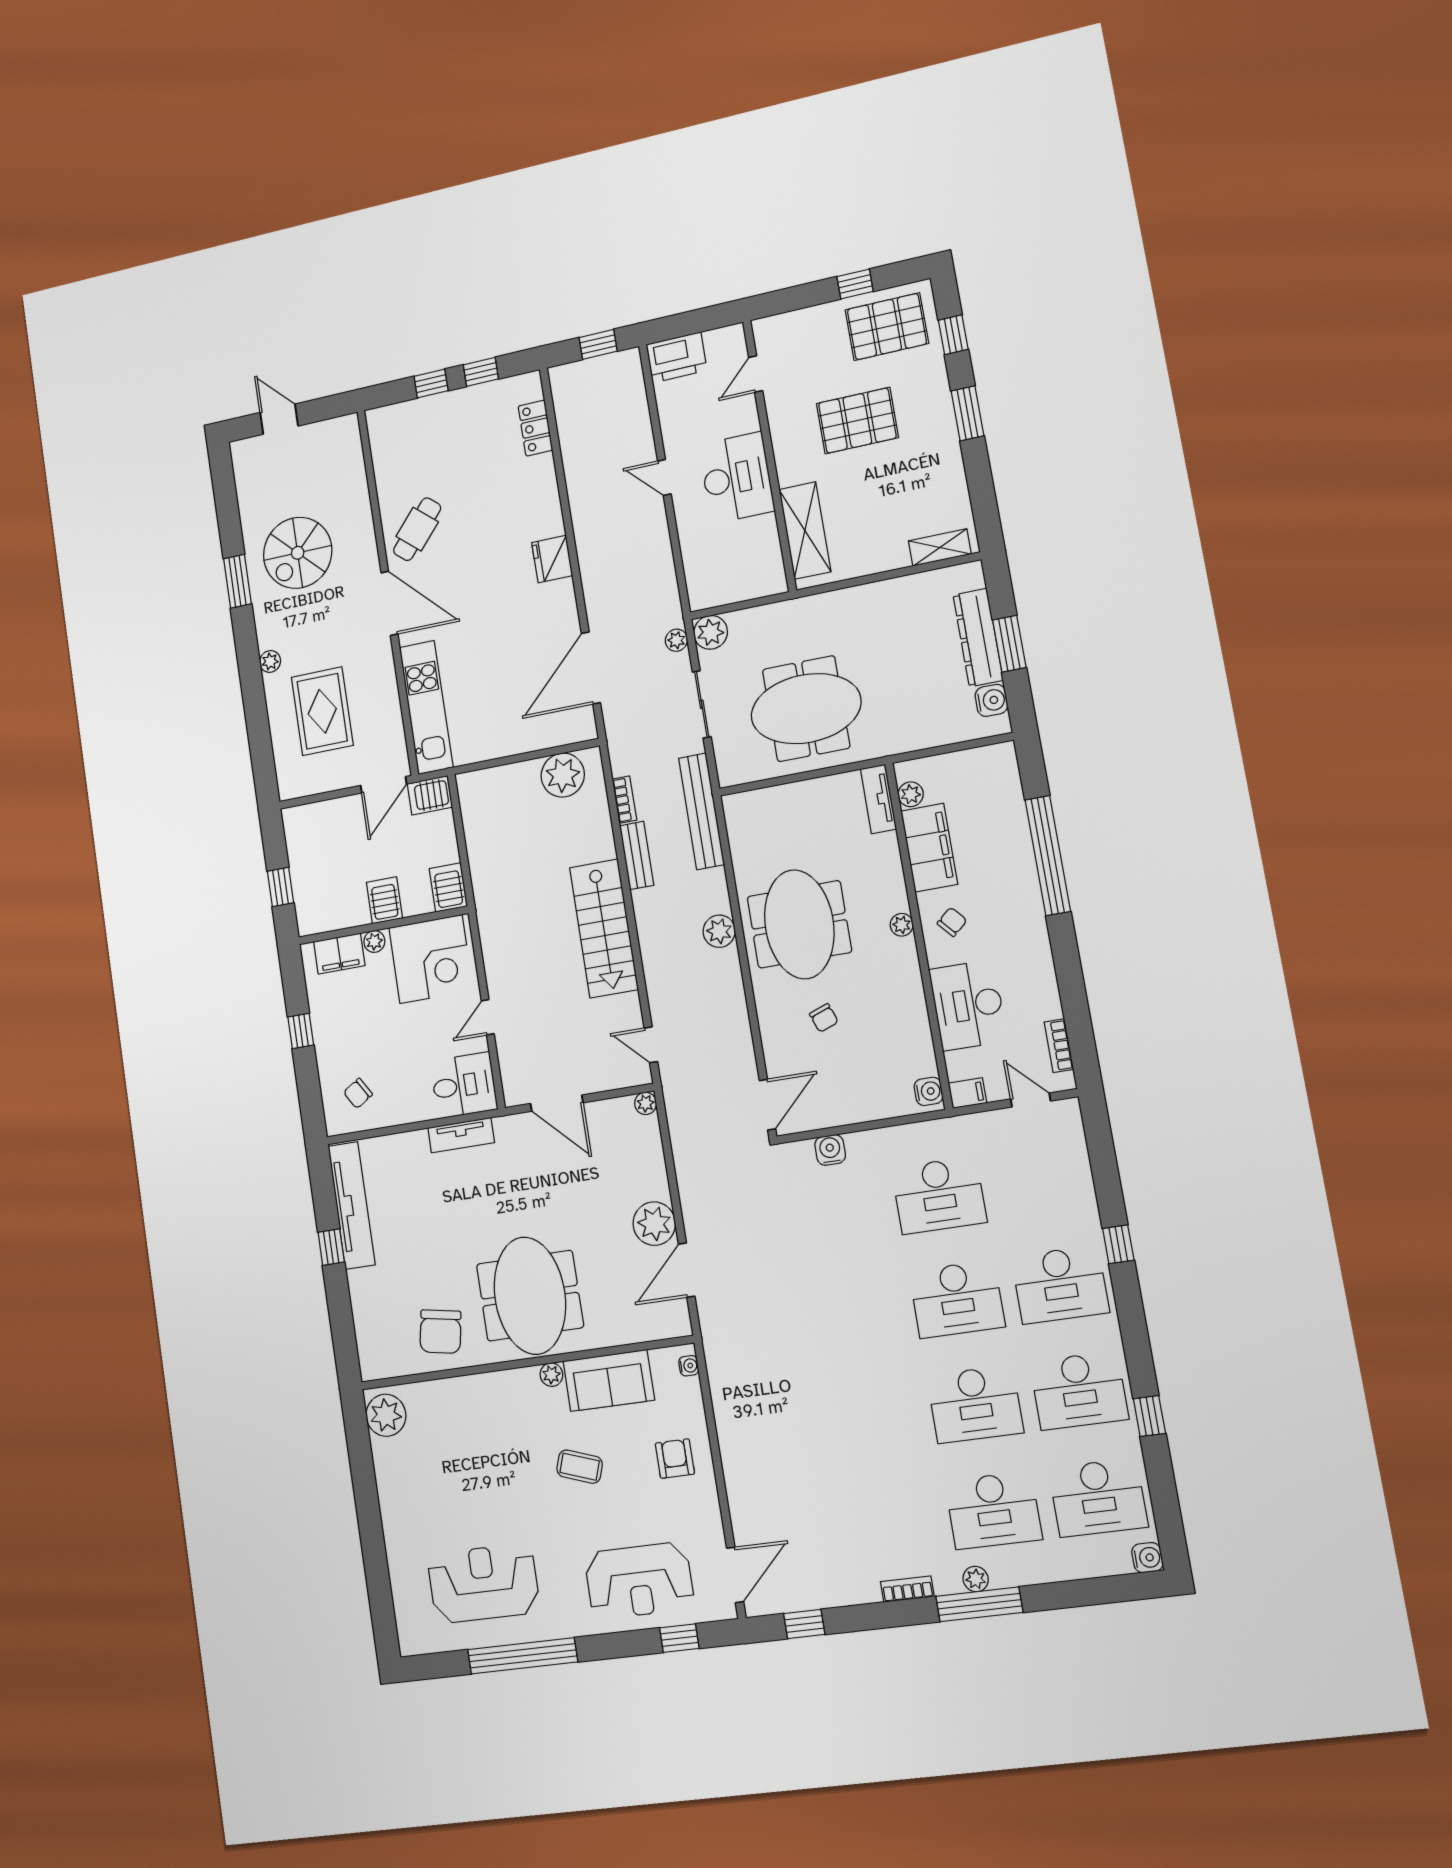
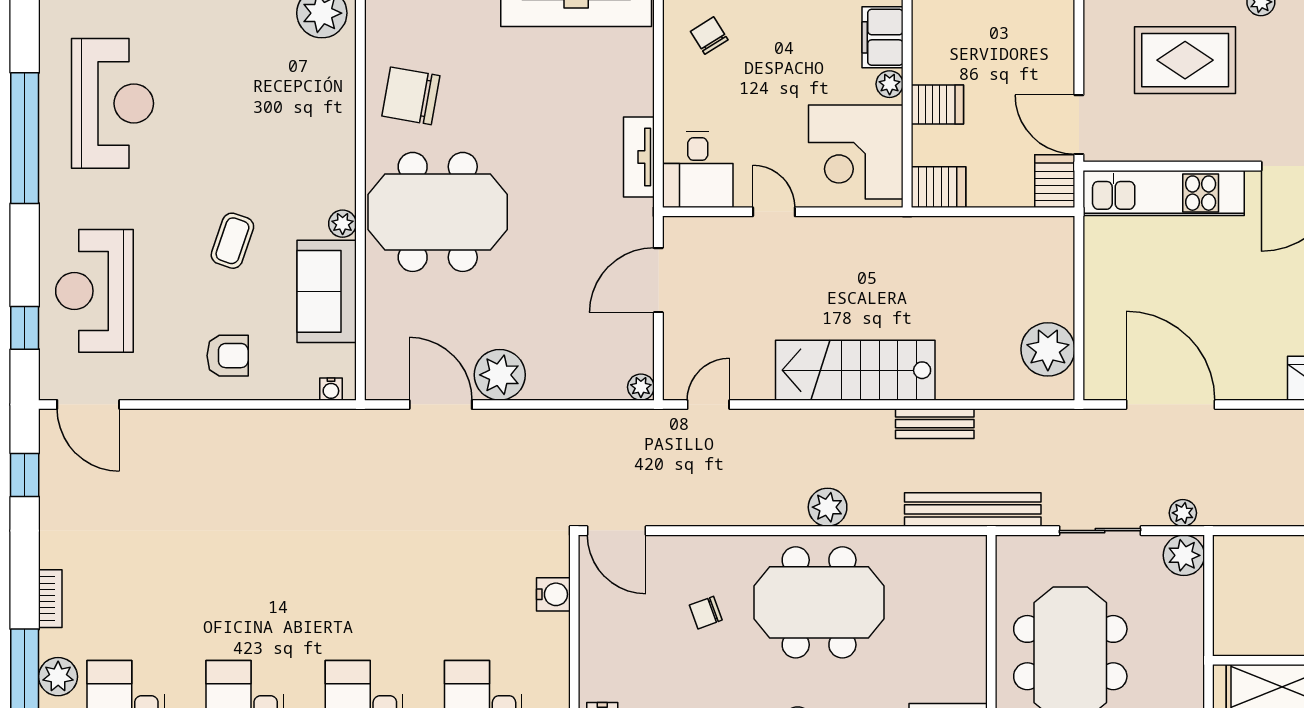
bookcase: (624, 800) -> (1004, 420), removed
plant: (976, 1579) -> (58, 677), width x1.38, depth x1.38

